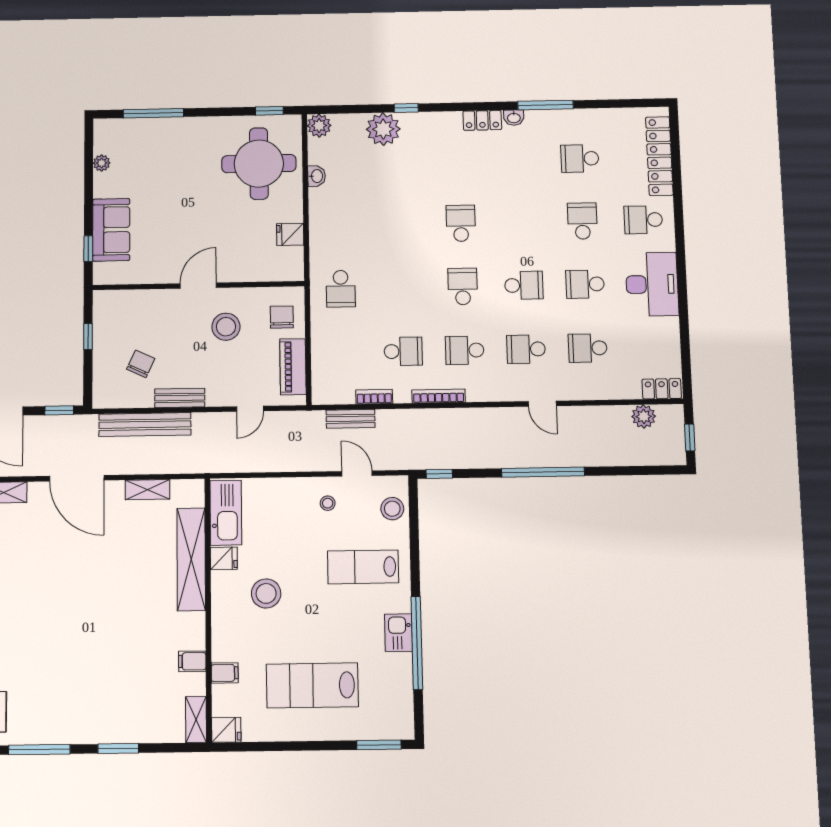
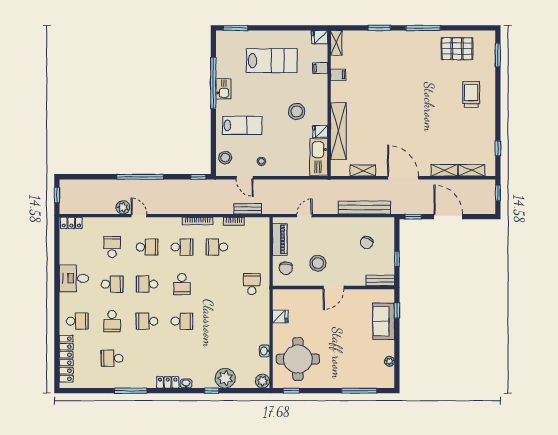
washbasin: (514, 118) -> (186, 384), moved
school desk: (580, 159) -> (112, 358), turned 180
school desk: (522, 222) -> (147, 321), added
school desk: (461, 223) -> (182, 321), turned -90
desk: (652, 284) -> (74, 278), width x0.73
school desk: (588, 348) -> (112, 247), turned -90
bench: (180, 398) -> (380, 281), moved
plant: (644, 416) -> (123, 207), moved

